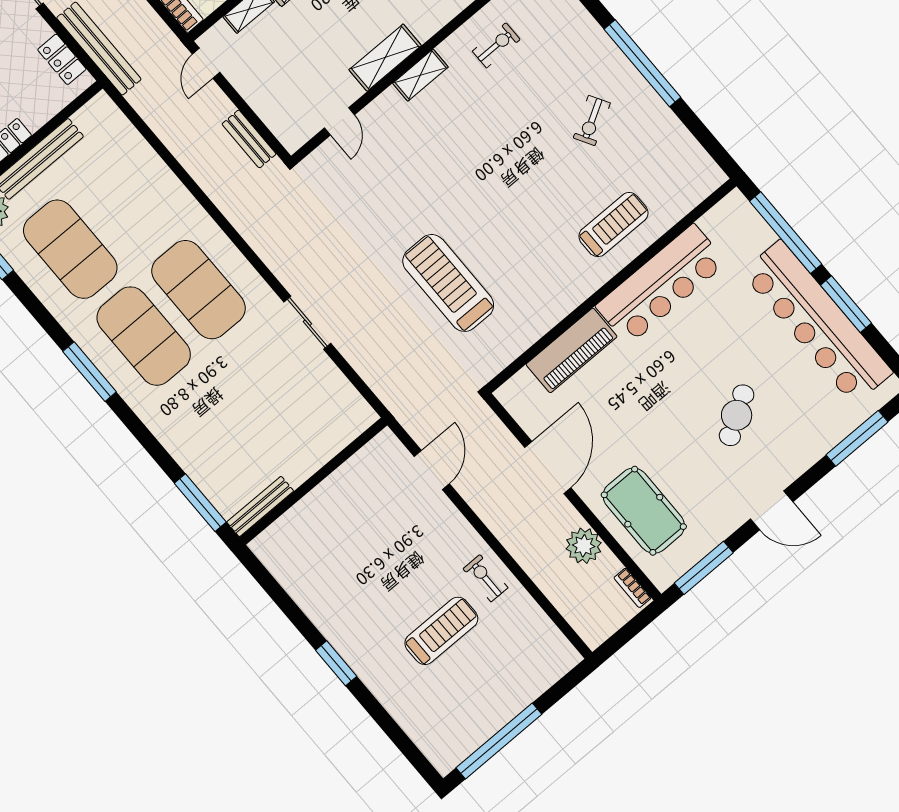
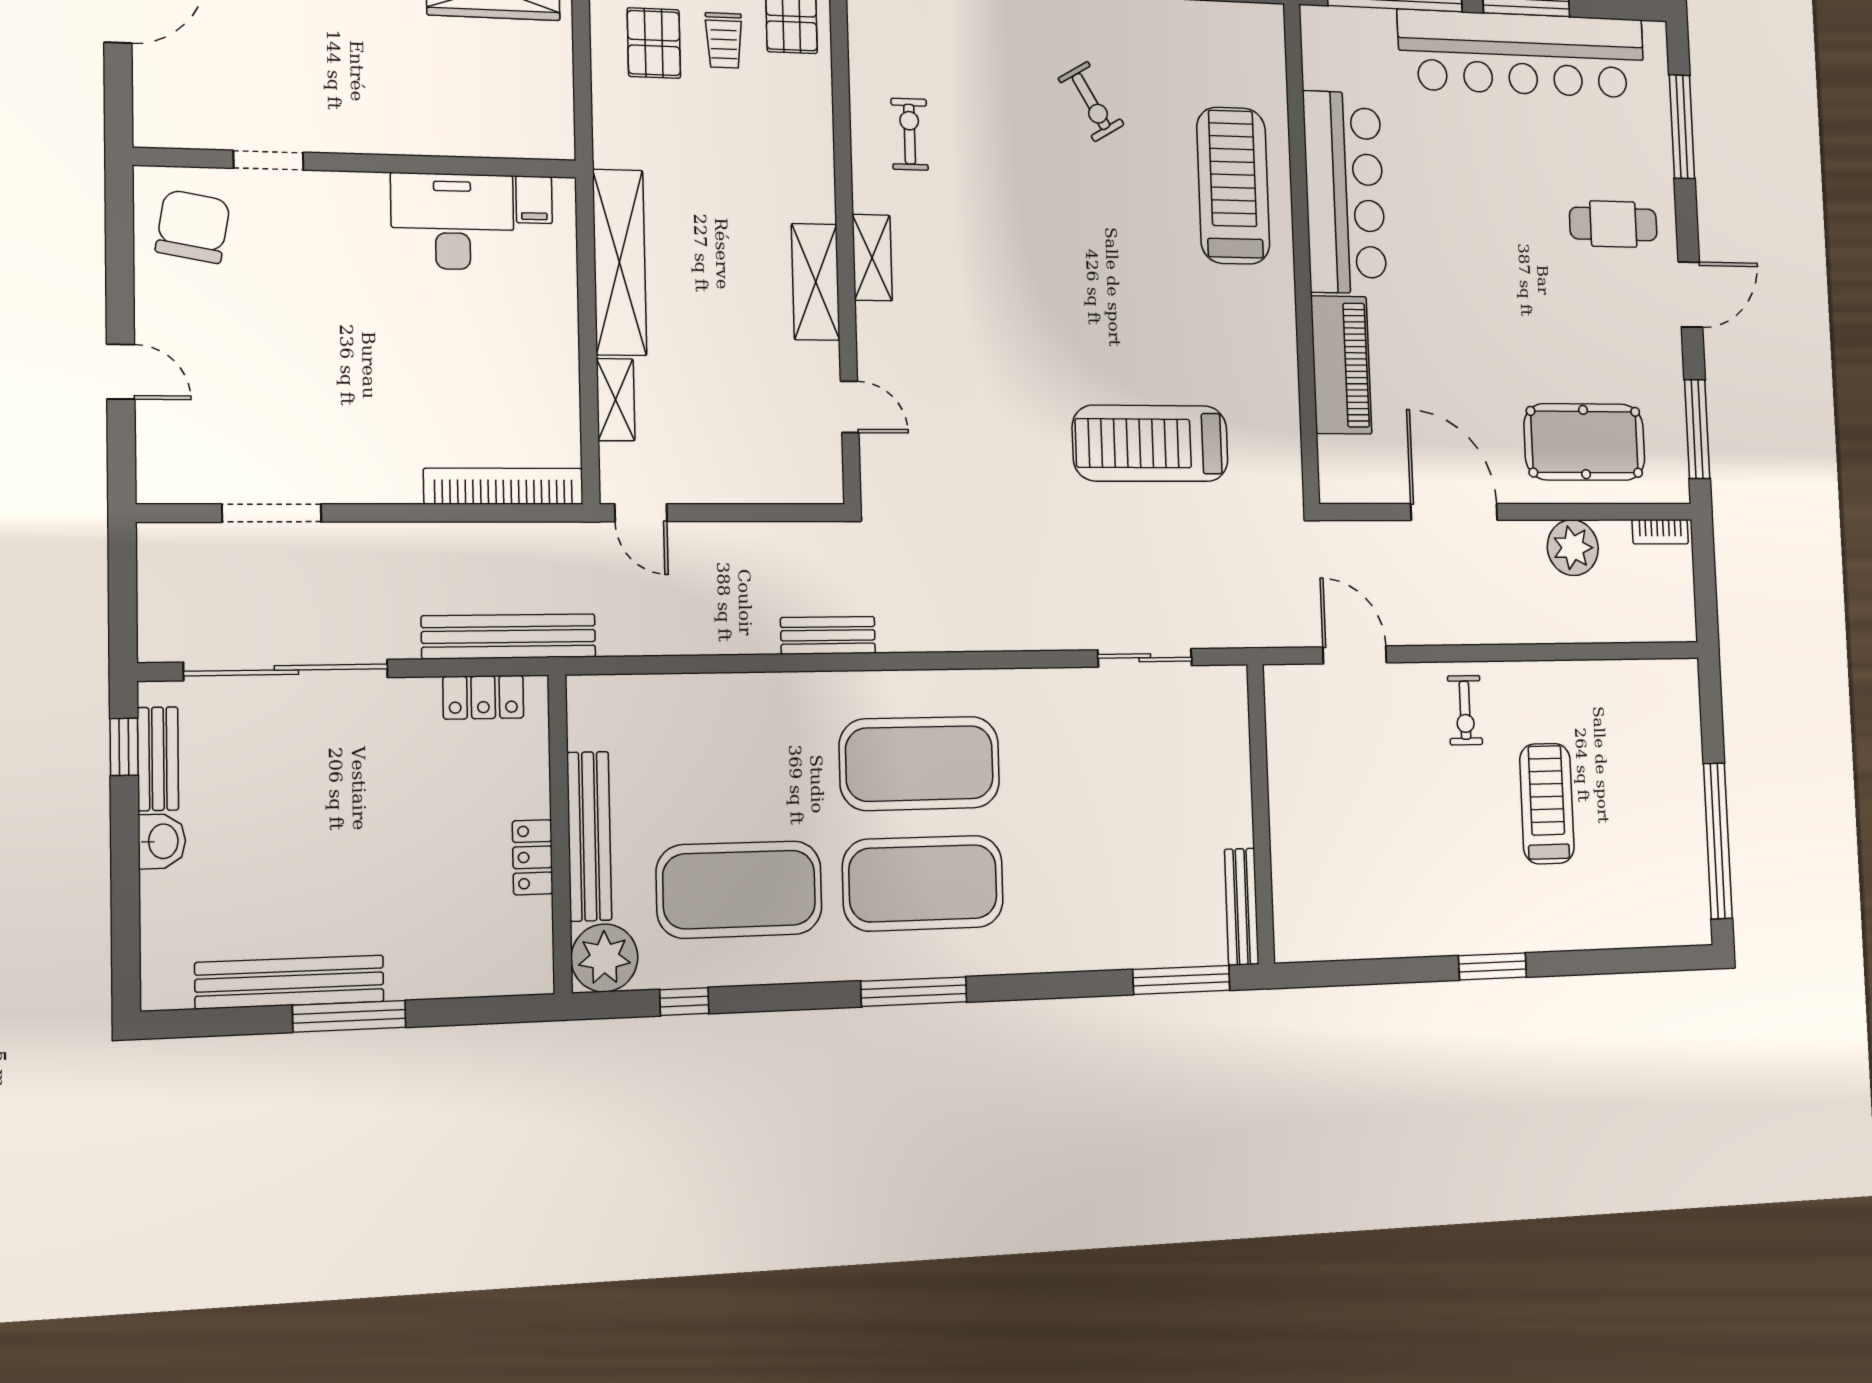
bench: (249, 139) -> (828, 635), moved
treadmill: (613, 225) -> (1233, 186), width x1.37, depth x1.38
sliding door: (307, 323) -> (1145, 658), moved
cafe table: (737, 415) -> (1613, 224), moved, turned -58
exercise bike: (485, 578) -> (1465, 710), moved, turned -90

